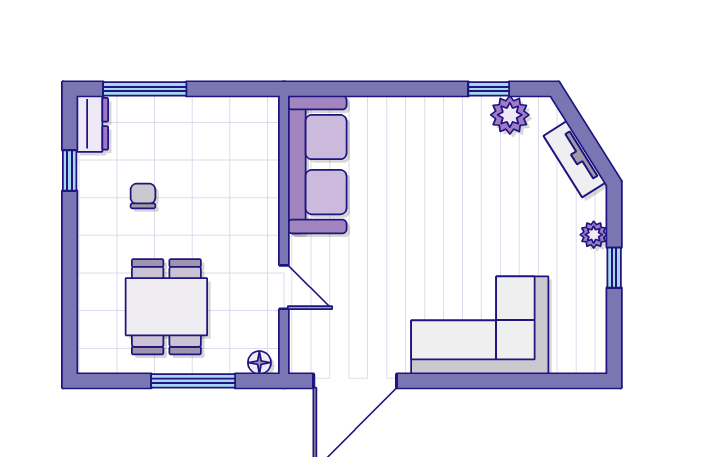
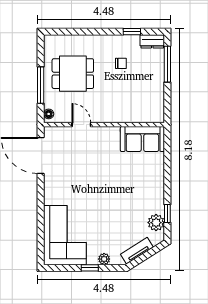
sofa: (317, 165) -> (142, 139), width x0.73
door: (284, 287) -> (81, 125), swing flipped
corner sofa: (480, 325) -> (65, 235), moved

